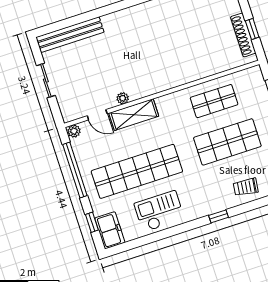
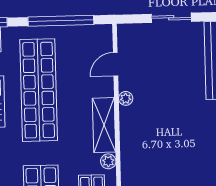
shelving: (134, 115) -> (104, 125), moved
plant: (74, 131) -> (108, 161), moved

